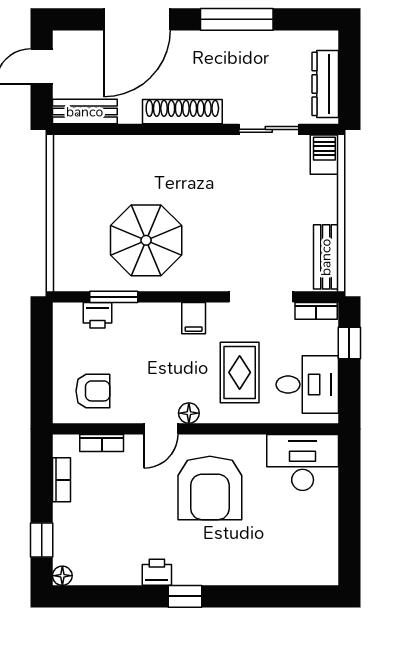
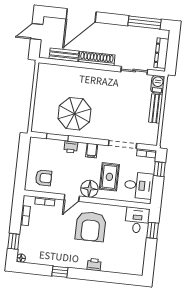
window: (237, 19) -> (145, 22), moved
bench: (85, 112) -> (64, 55), moved
bench: (326, 257) -> (156, 109), moved
printer: (98, 315) -> (71, 147), moved
floor lamp: (189, 413) -> (89, 189), width x1.89, depth x1.89
desk: (303, 462) -> (137, 220), width x0.73
window: (349, 481) -> (153, 230), added
printer: (157, 572) -> (94, 265), moved
window: (185, 596) -> (60, 272), moved

